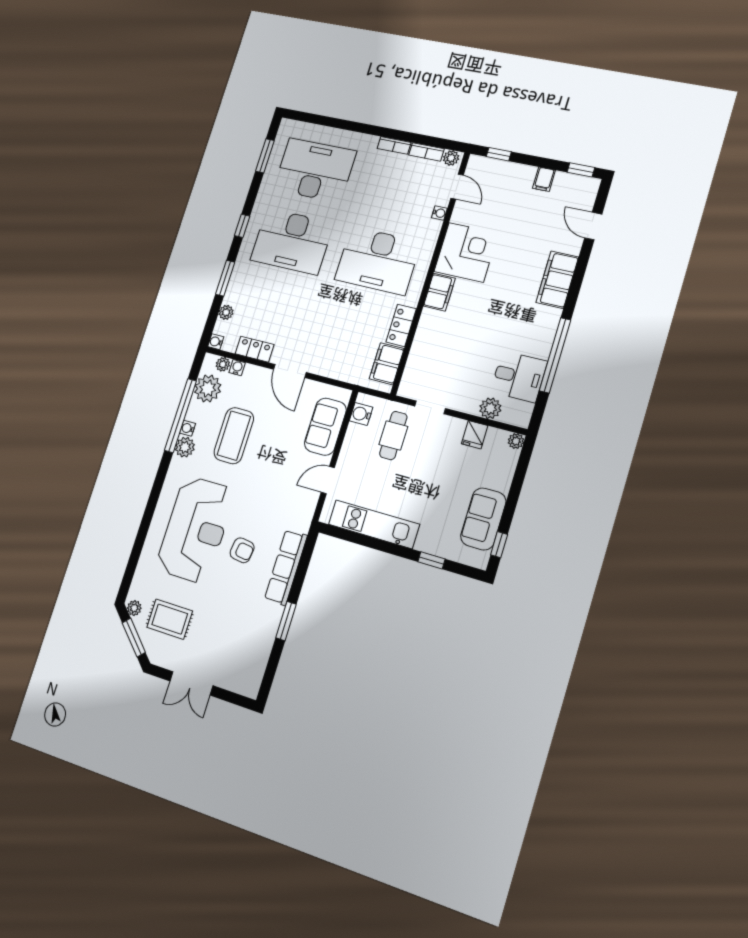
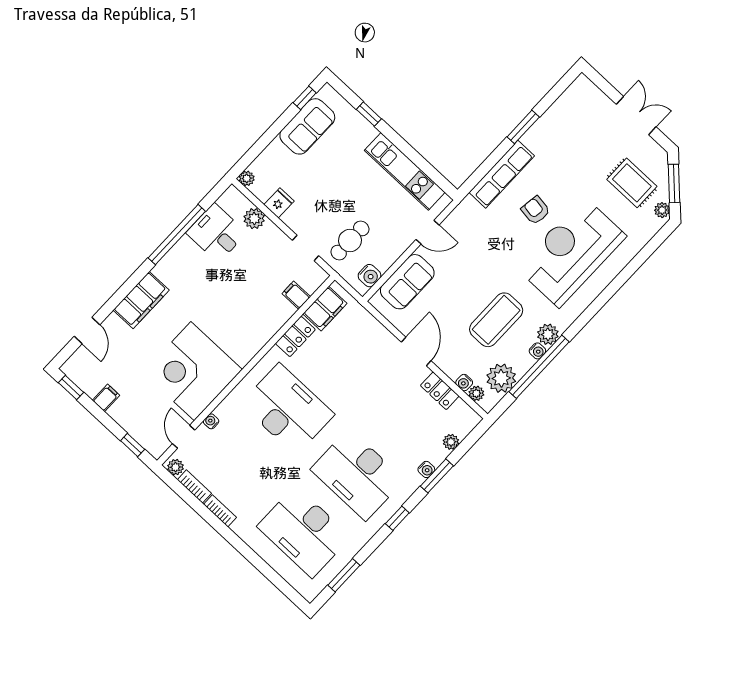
desk: (292, 241) -> (357, 475), turned 180
corner desk: (466, 252) -> (193, 371), width x1.36, depth x1.36
filing cabinet: (439, 292) -> (296, 295), moved, width x0.50
water cooler: (216, 342) -> (426, 469), moved

